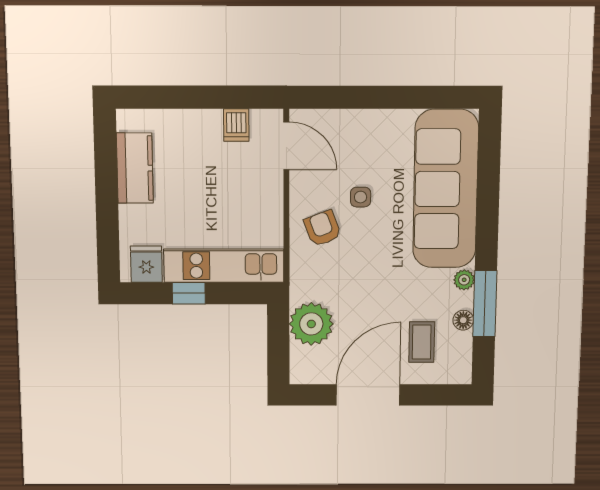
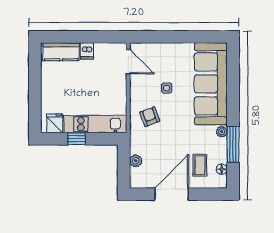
dishwasher: (236, 125) -> (87, 51), moved
kitchen counter: (135, 168) -> (61, 52), moved, turned 90
armchair: (322, 228) -> (150, 117), moved
floor lamp: (463, 320) -> (222, 169), moved
plant: (311, 324) -> (136, 161), width x0.53, depth x0.53

